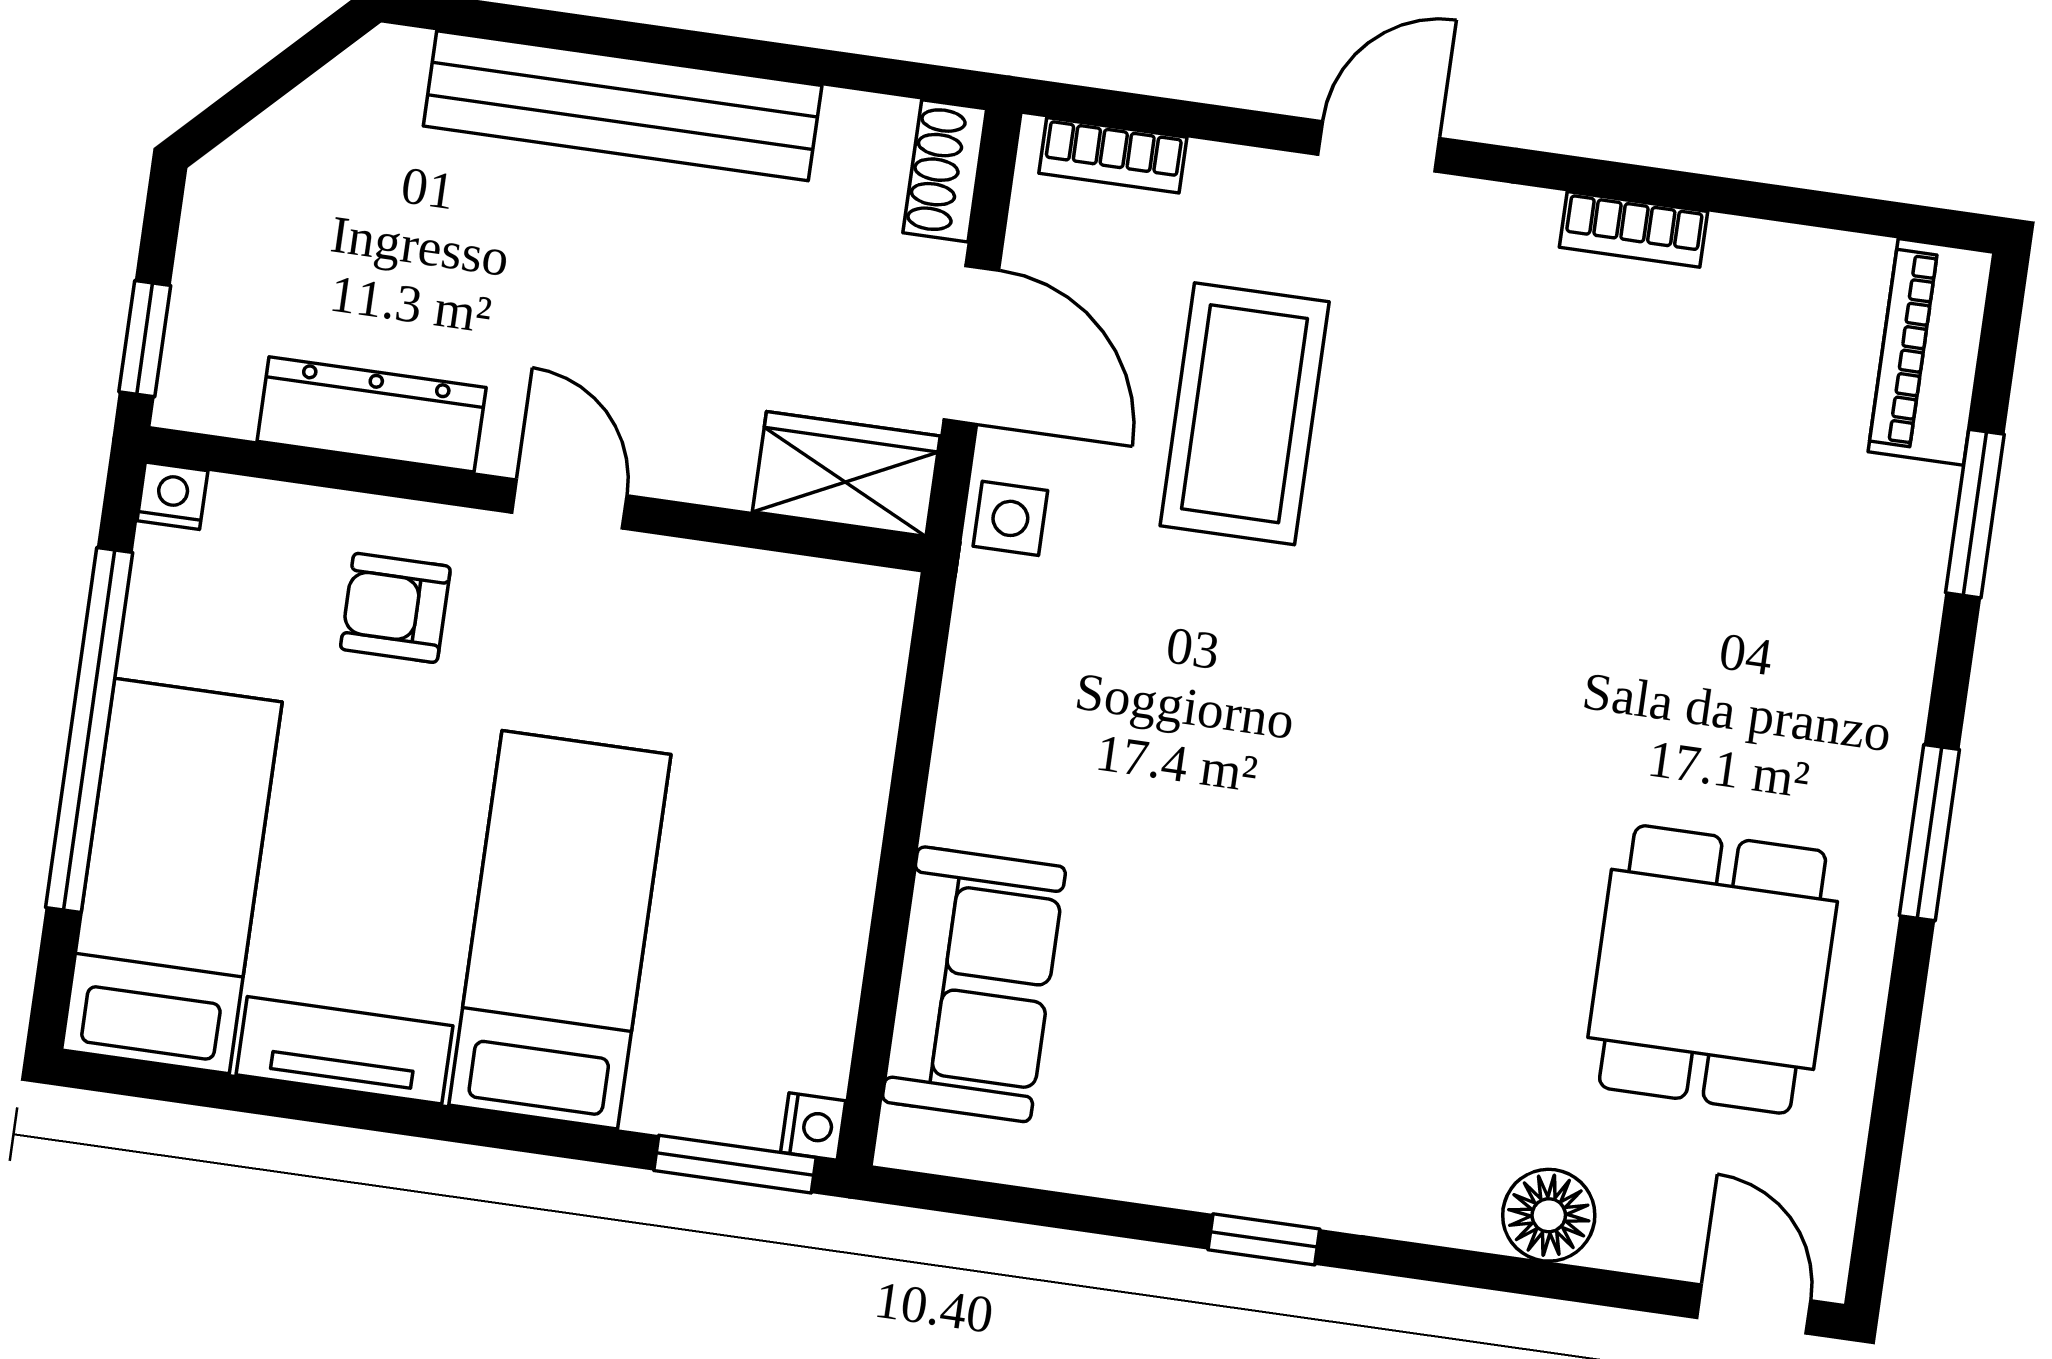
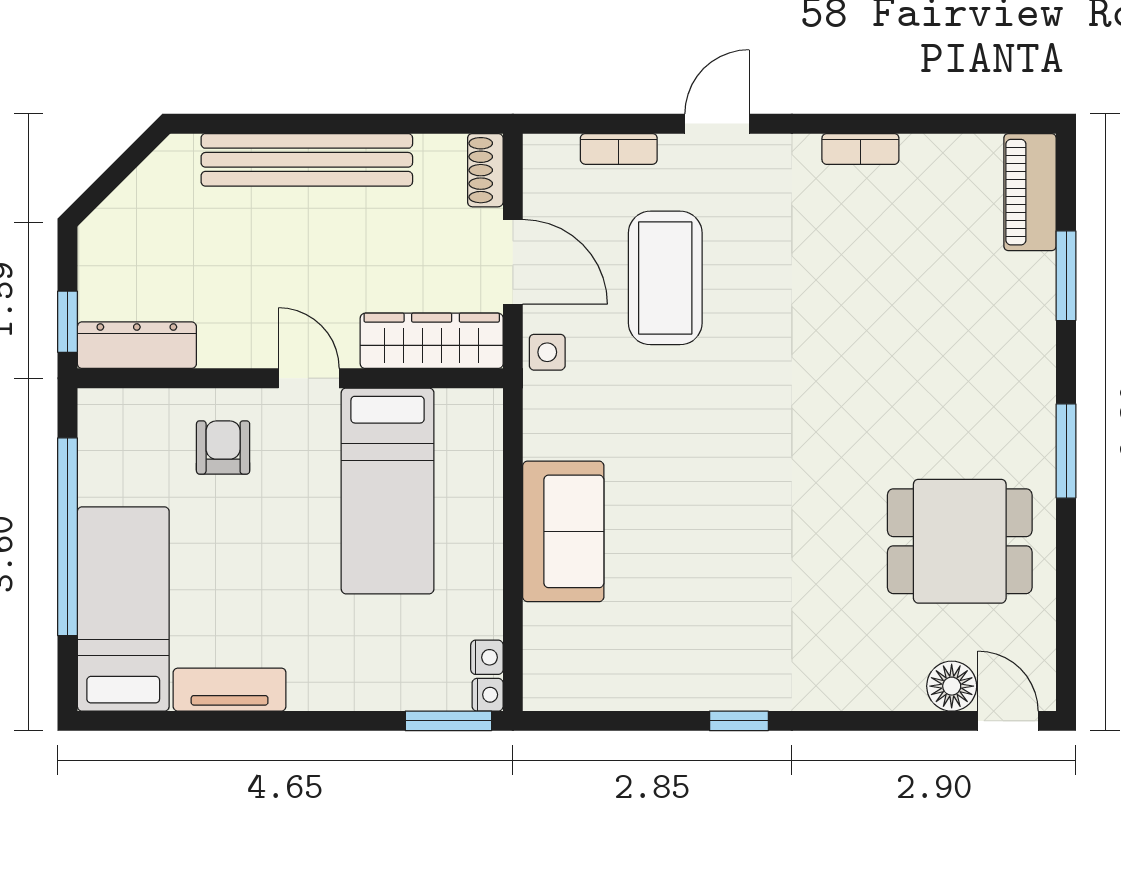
bookcase: (1113, 155) -> (619, 149), moved
dresser: (372, 414) -> (137, 345), moved
wardrobe: (846, 474) -> (432, 341), width x1.50
nightstand: (172, 496) -> (487, 657), moved, turned 90
armchair: (395, 608) -> (223, 447), turned 90
bed: (560, 930) -> (388, 491), moved, turned 180
dining table: (1713, 969) -> (960, 541), turned 90
sofa: (974, 984) -> (563, 531), moved
floor lamp: (1549, 1215) -> (952, 686), moved

